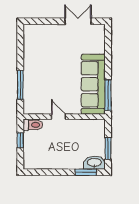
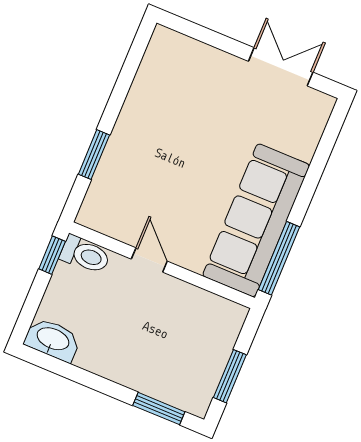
window: (20, 85) -> (94, 155), width x0.69
window: (20, 140) -> (52, 255), moved
washbasin: (94, 163) -> (53, 340), moved

